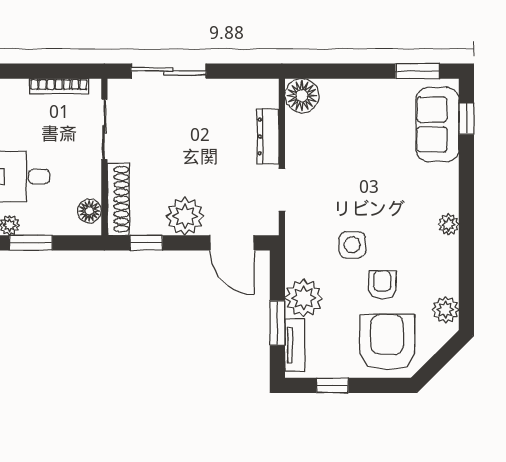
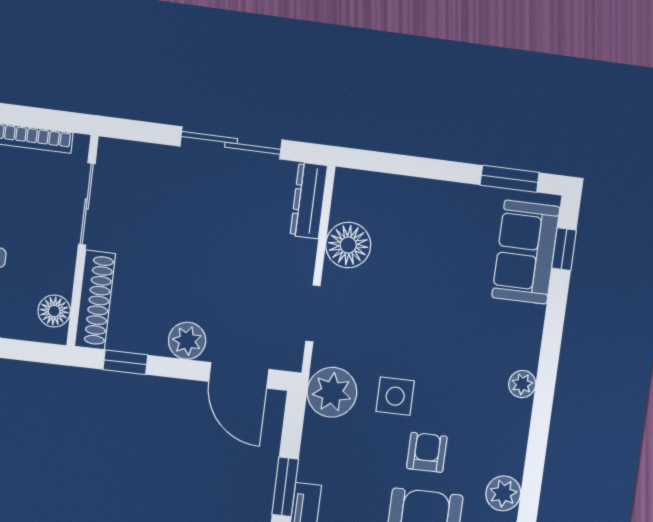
sliding door: (168, 71) -> (231, 143), moved
floor lamp: (302, 96) -> (348, 245), moved
dresser: (268, 136) -> (309, 201), moved
plant: (185, 216) -> (187, 341), width x0.73, depth x0.73
plant: (304, 298) -> (332, 392), moved

